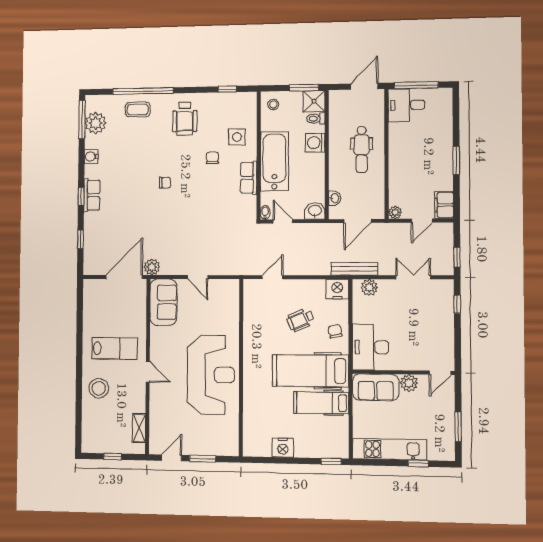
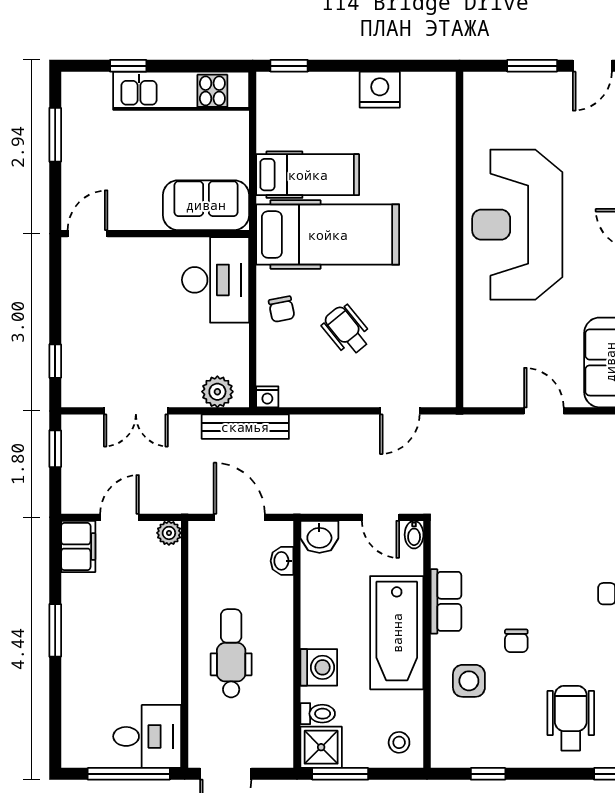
door: (357, 221) -> (239, 517), hinge flipped
nightstand: (337, 289) -> (267, 397), width x0.53, depth x0.56
wheelchair: (300, 320) -> (347, 330), turned -106
plant: (409, 383) -> (145, 214), removed

